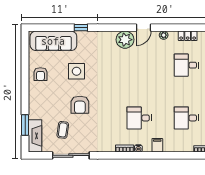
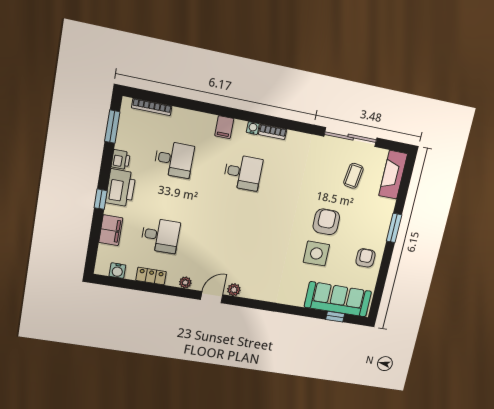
window: (81, 28) -> (335, 317), moved
plant: (125, 40) -> (234, 290), width x0.53, depth x0.53
armchair: (80, 105) -> (326, 222), moved
window: (25, 125) -> (394, 228), moved

